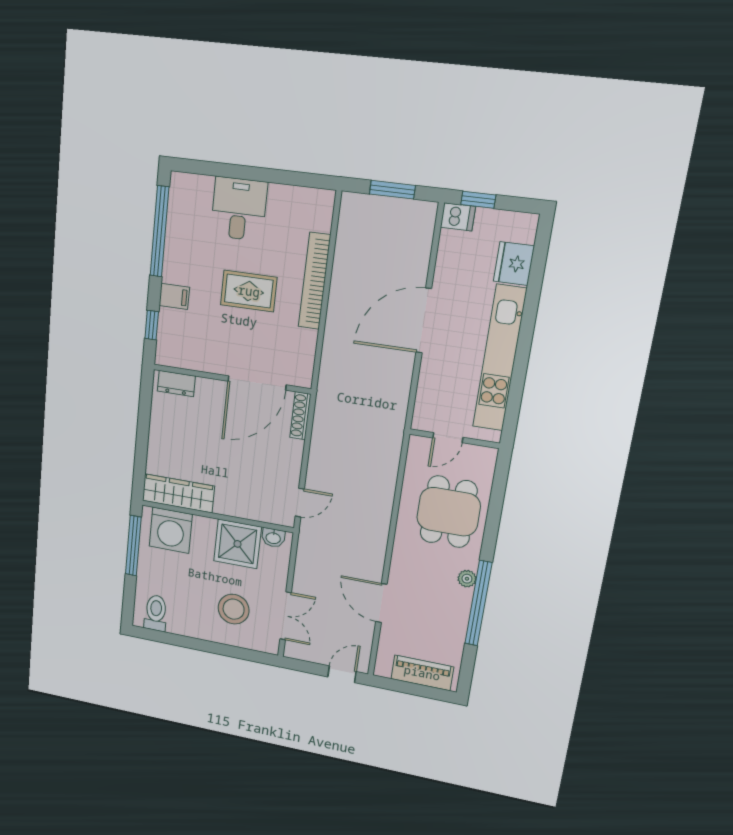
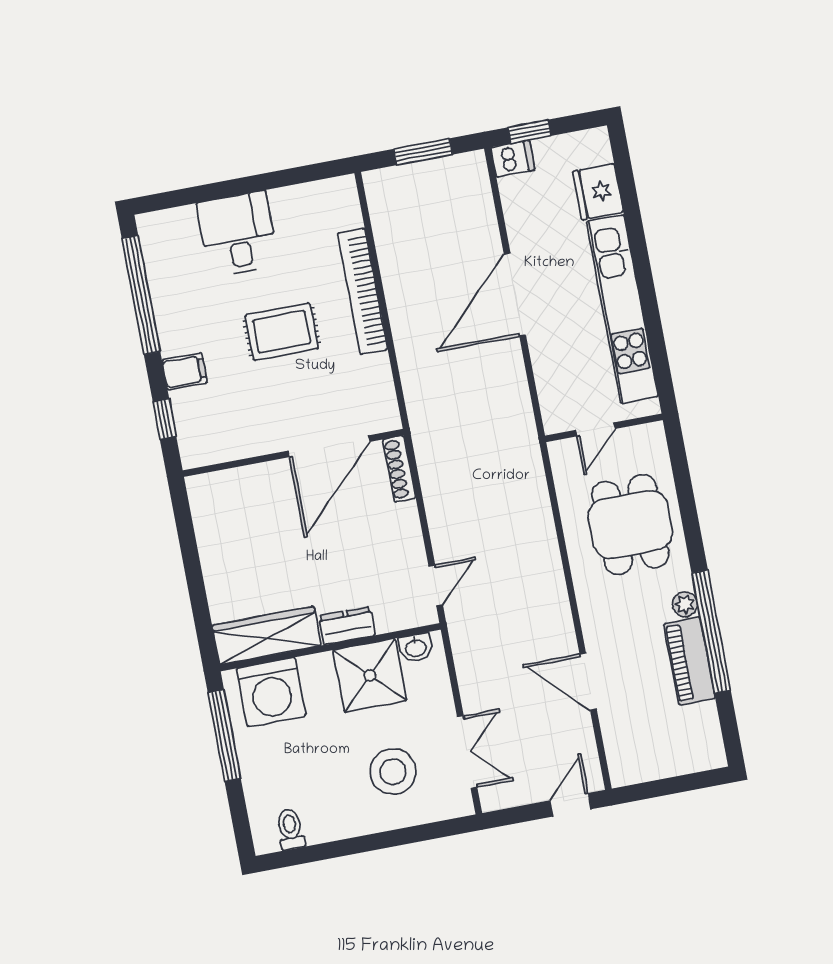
dresser: (176, 384) -> (347, 626), moved, turned 180
toilet: (156, 613) -> (290, 829), width x0.73, depth x0.72
piano: (422, 673) -> (689, 661), moved, turned -90

